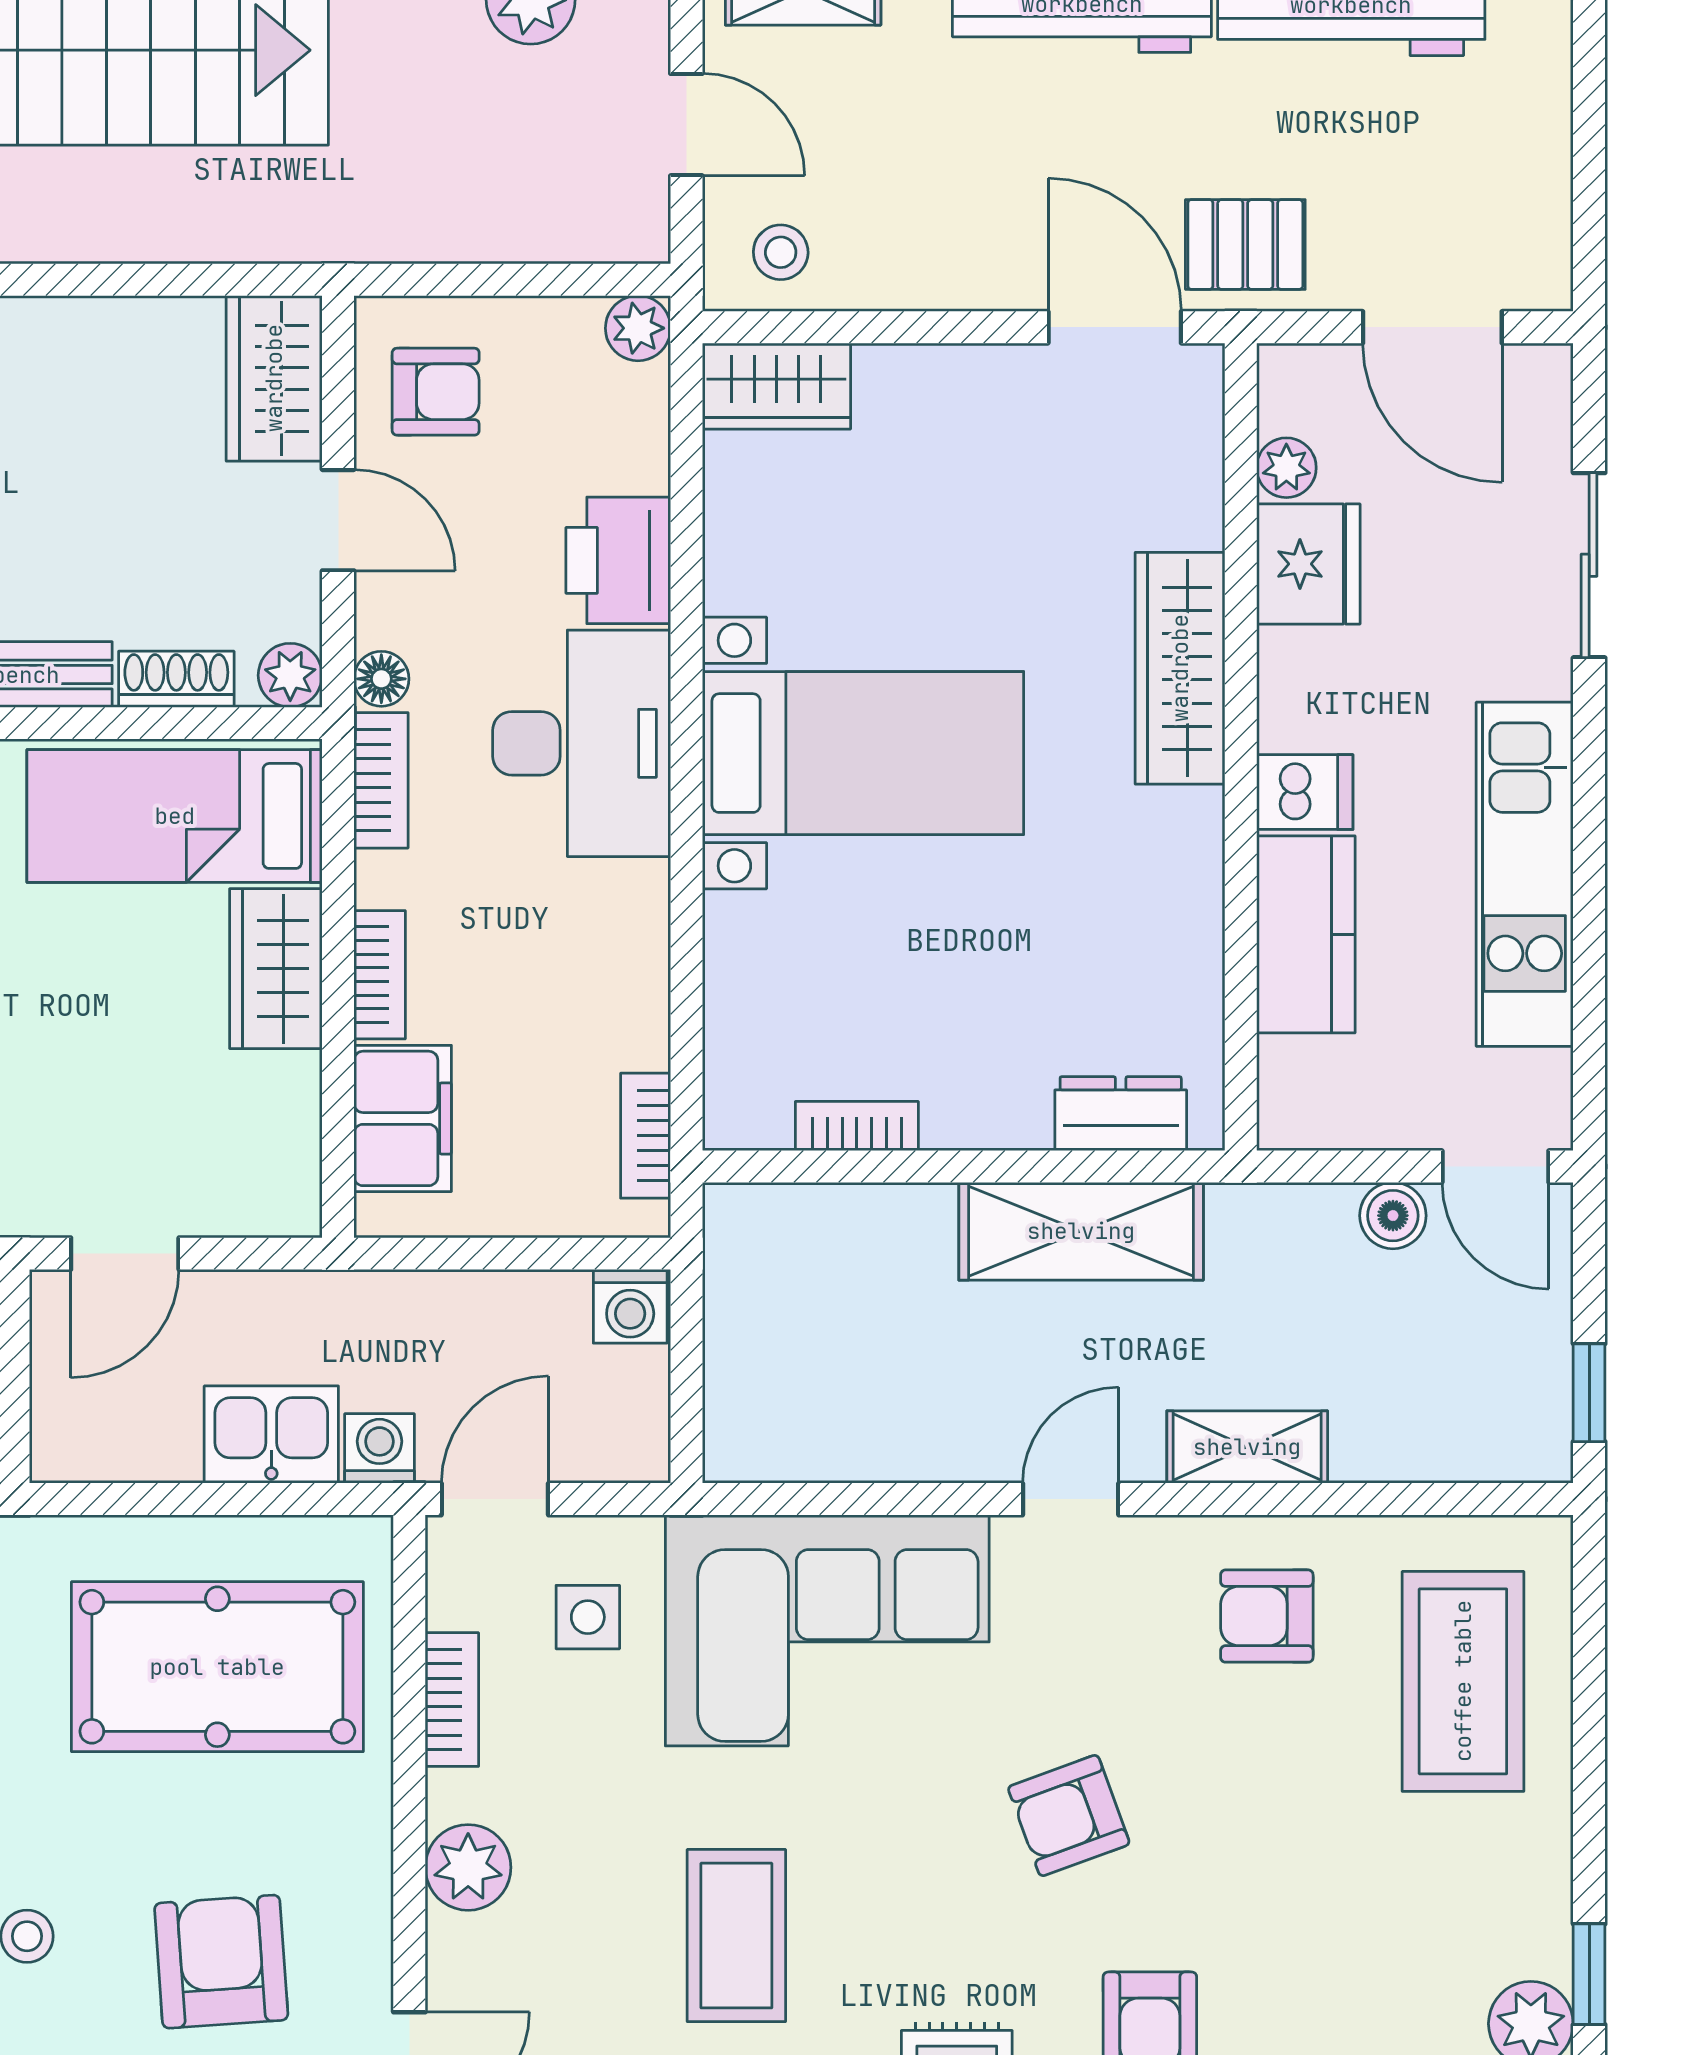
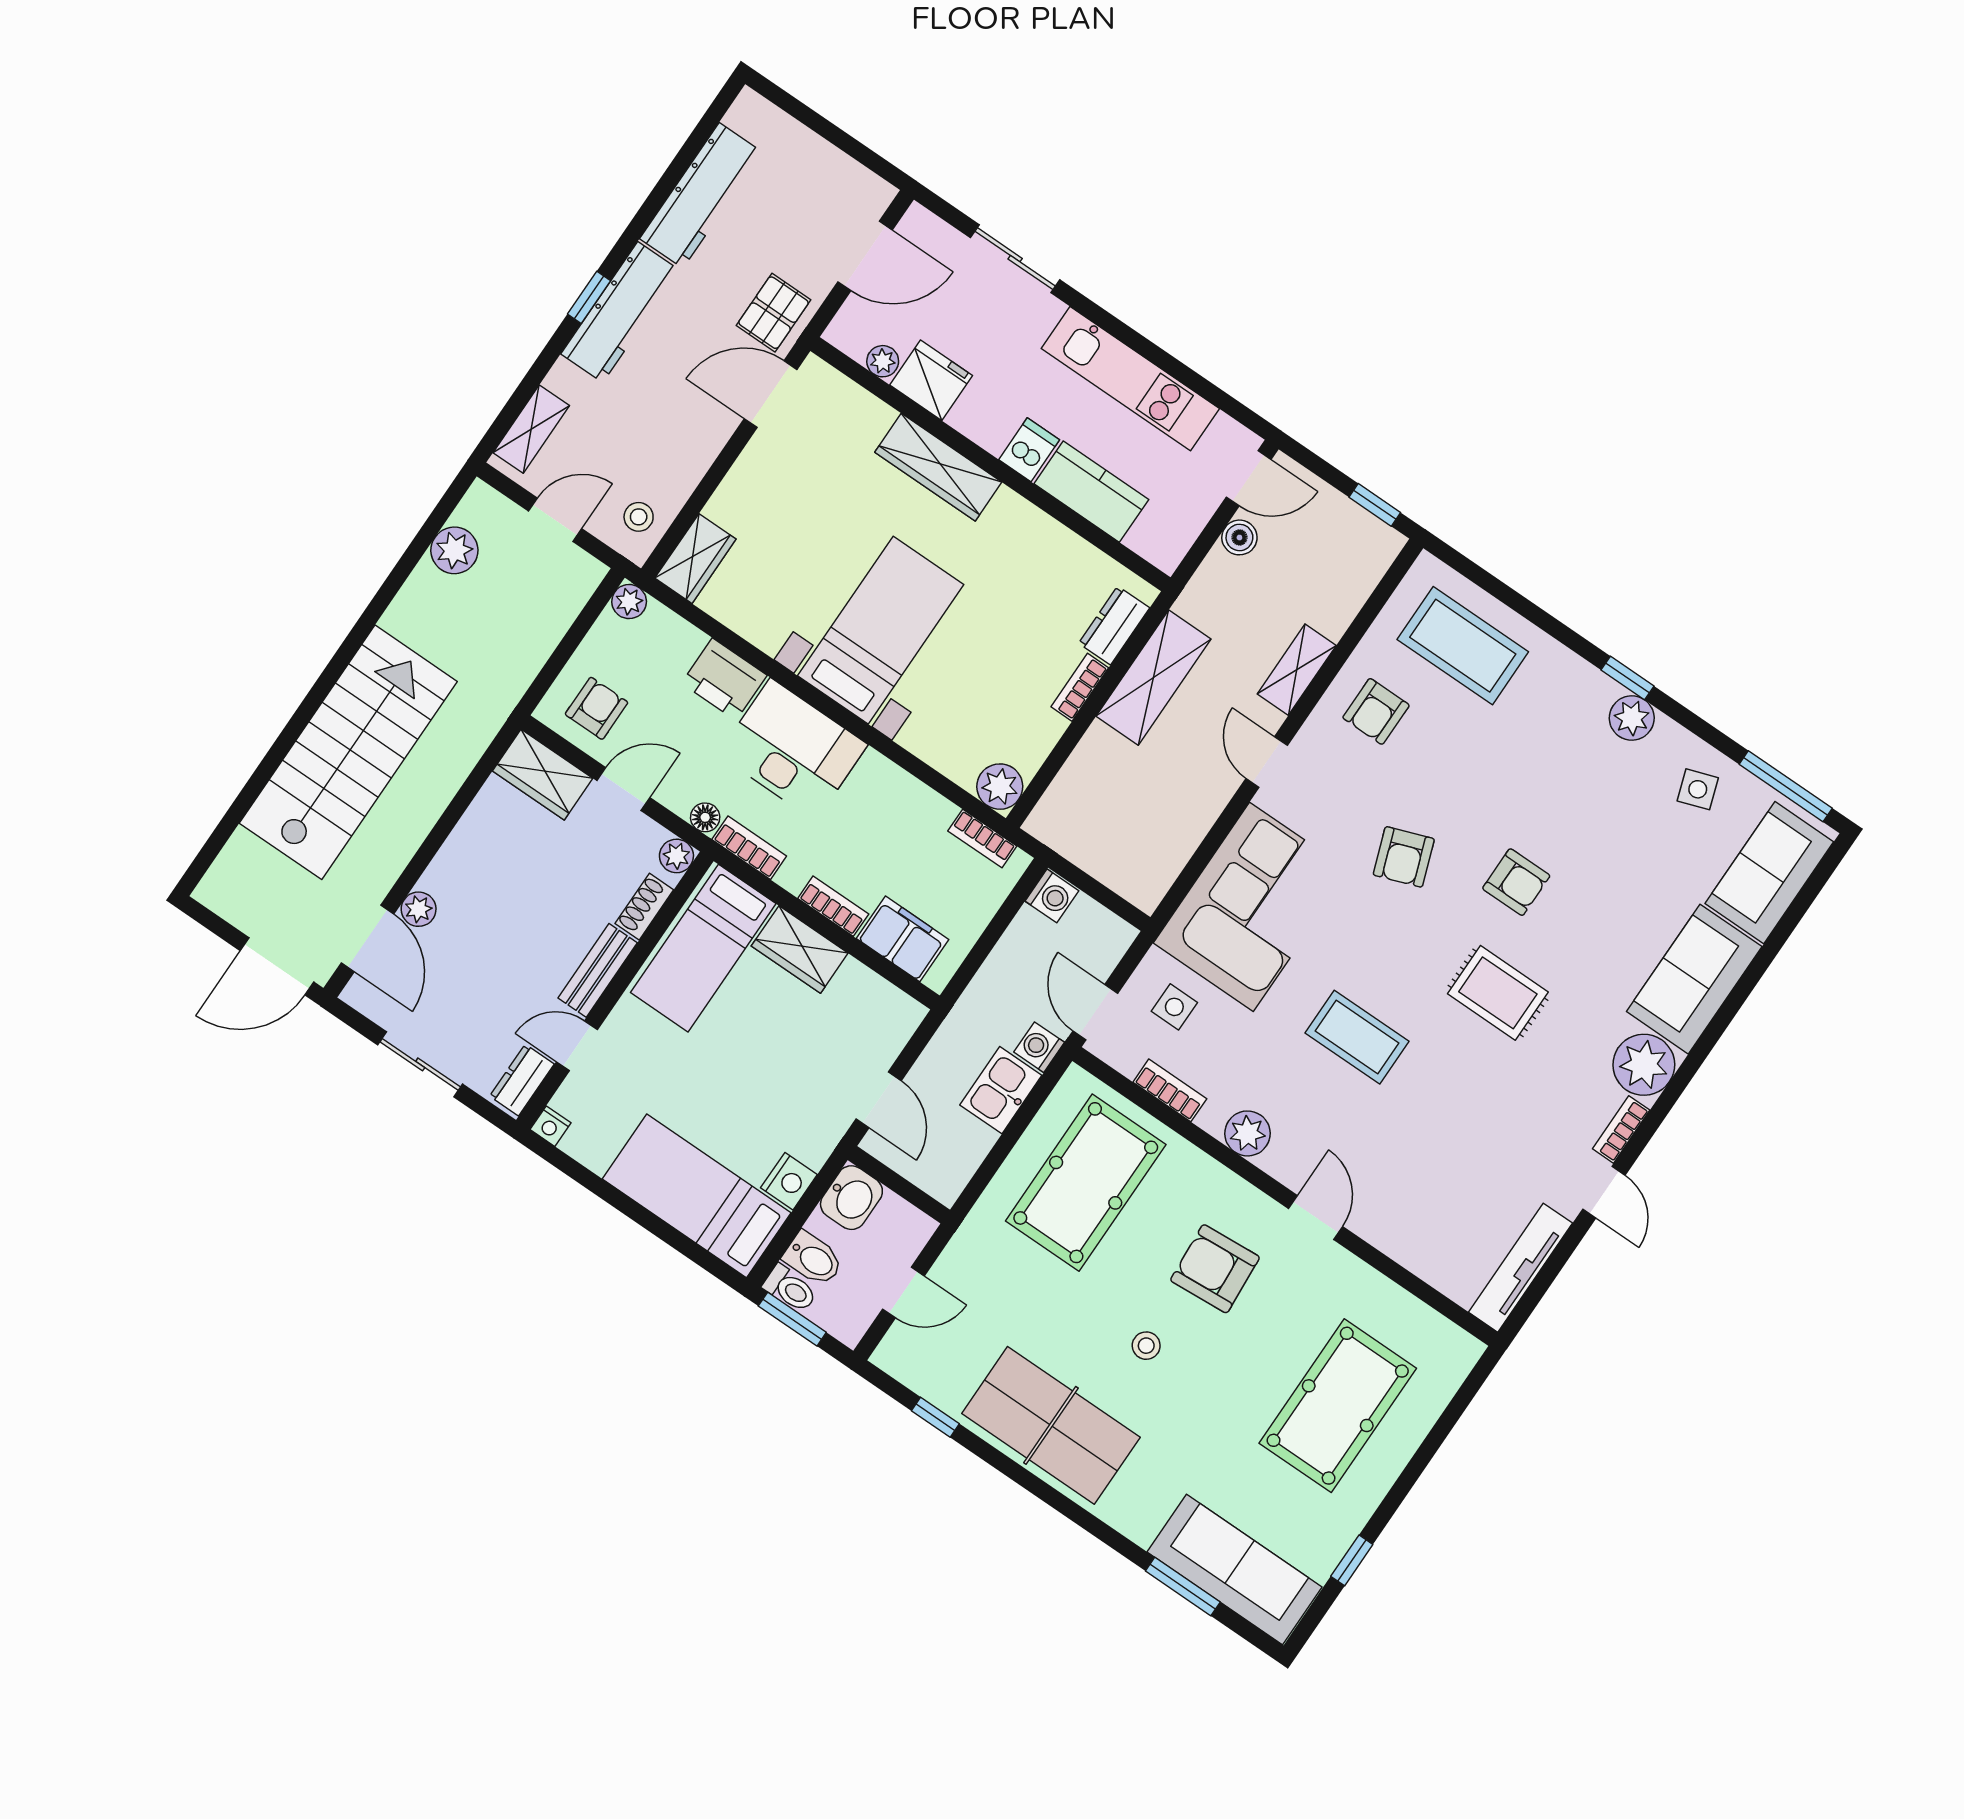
plant: (746, 1107) -> (1000, 787), added
bookcase: (857, 1126) -> (1080, 687), moved

